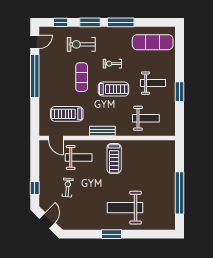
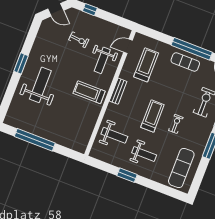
exercise mat: (82, 77) -> (185, 62), moved
weight bench: (153, 83) -> (144, 154), turned -90
treadmill: (114, 89) -> (152, 116), turned 180
weight bench: (146, 118) -> (114, 135), turned -90

